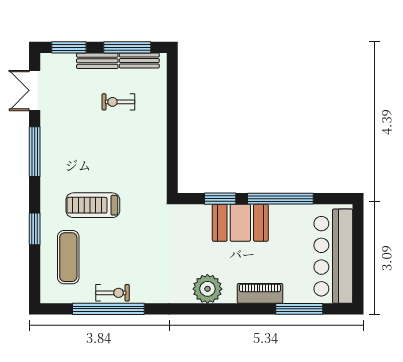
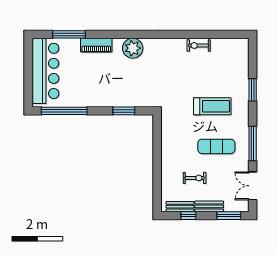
window: (127, 47) -> (188, 216), width x0.46
double door: (35, 90) -> (253, 186), swing flipped
window: (280, 199) -> (64, 111), moved
booth: (240, 223) -> (110, 94), removed
exercise mat: (68, 257) -> (216, 146), moved, turned 90
window: (108, 309) -> (201, 34), removed

